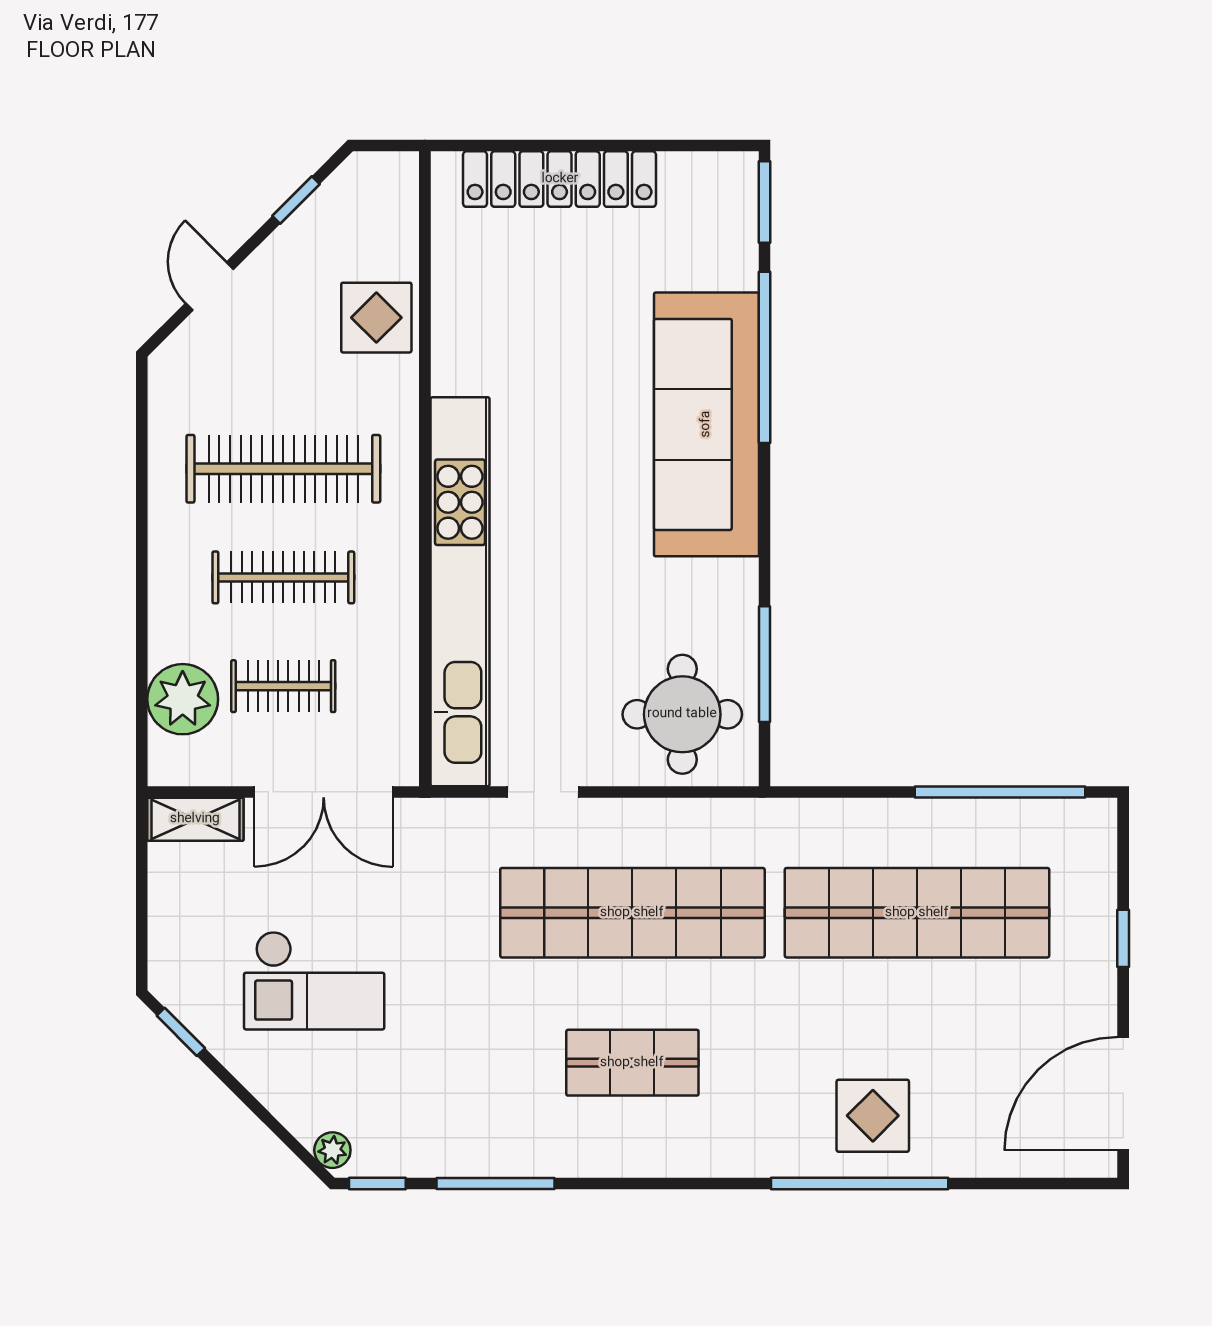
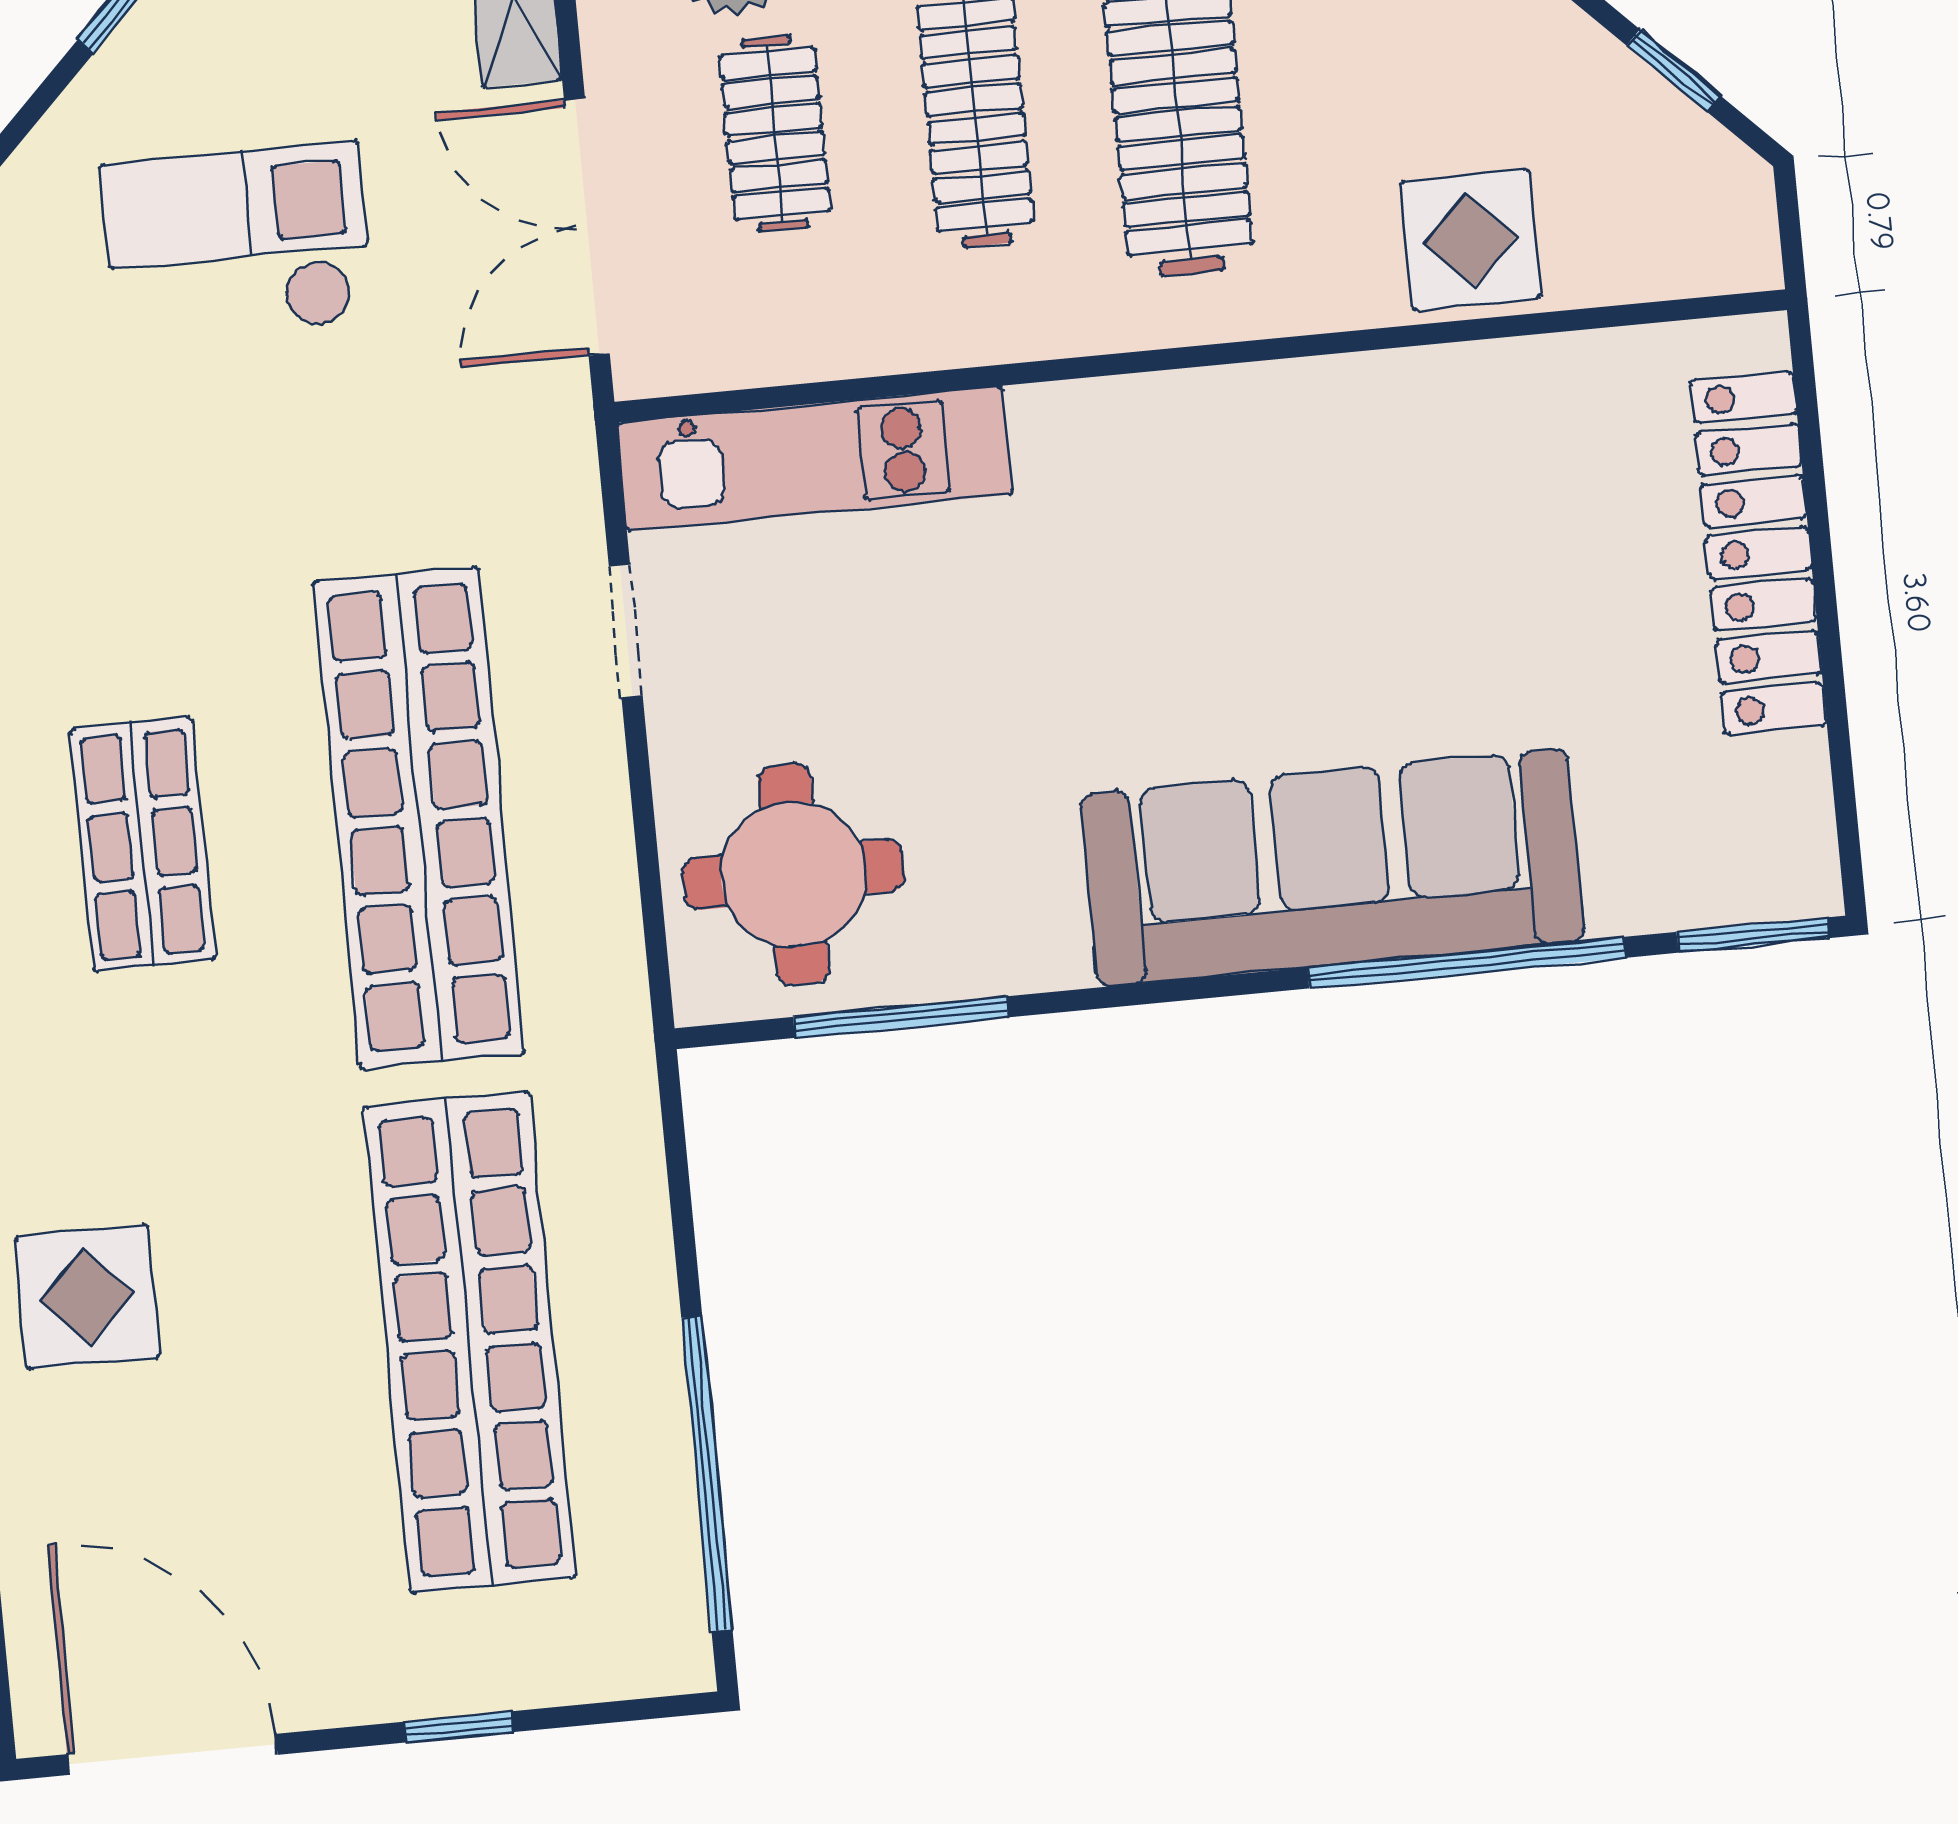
kitchen unit: (460, 592) -> (814, 459), width x0.54
checkout: (314, 980) -> (238, 243), turned 90

